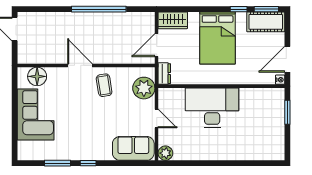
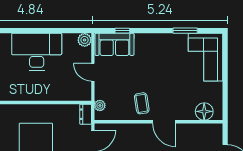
plant: (144, 88) -> (100, 105), width x0.53, depth x0.53
desk: (212, 108) -> (37, 52), moved, turned 180
corner sofa: (36, 114) -> (206, 57), moved
window: (88, 163) -> (122, 31), moved

